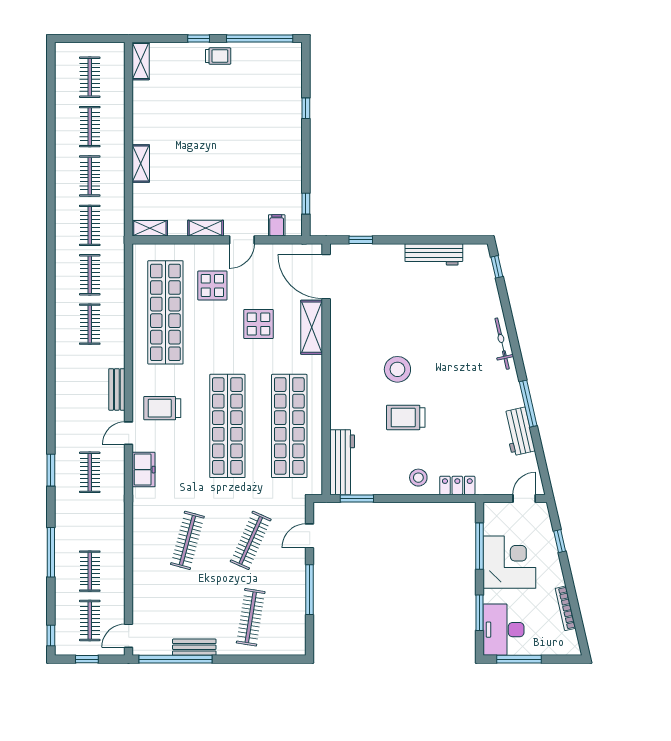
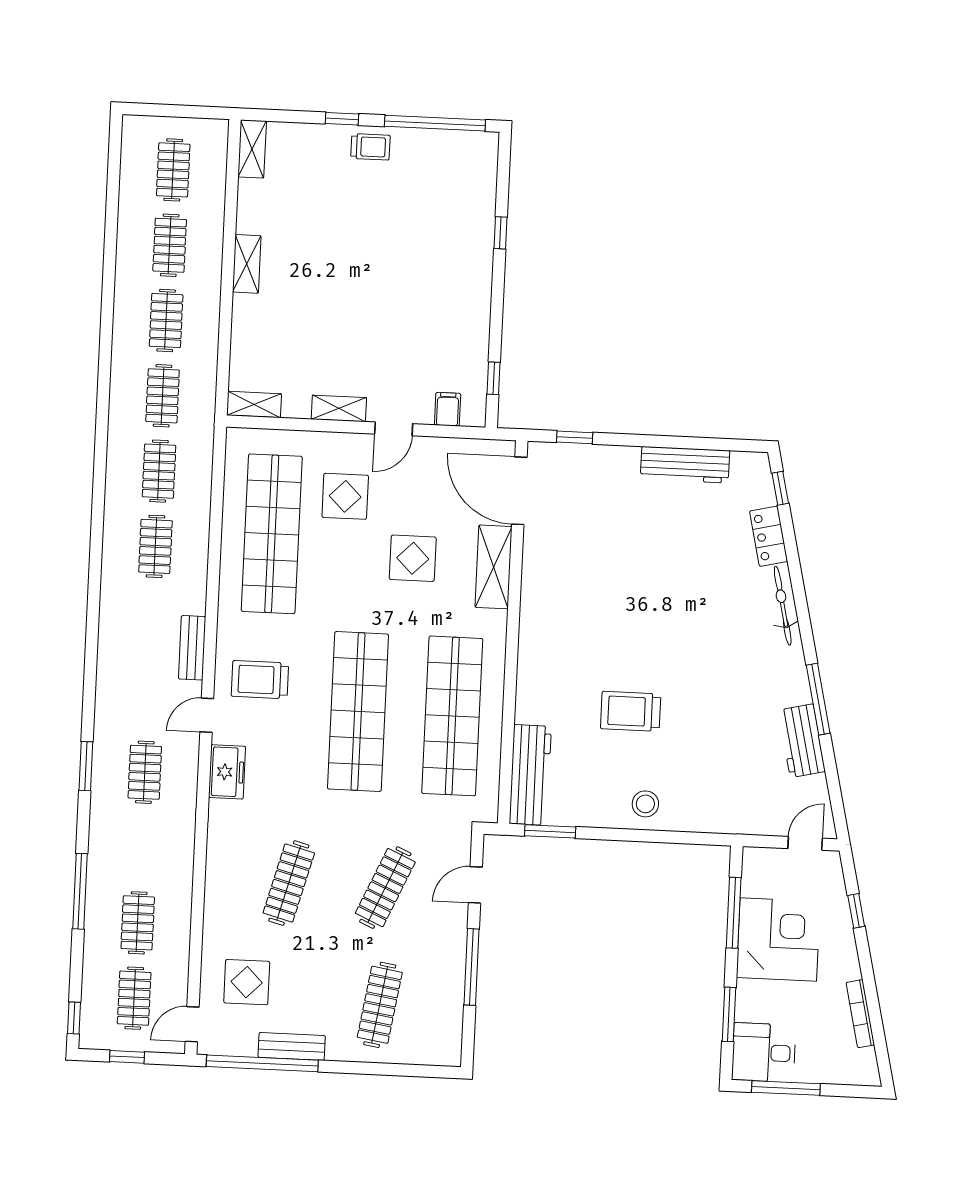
shelving: (141, 163) -> (247, 264), moved
stool: (397, 369) -> (621, 637), removed
locker: (457, 485) -> (769, 536), moved, turned -103
display table: (163, 607) -> (247, 982), added
desk: (504, 630) -> (764, 1053), width x0.73

